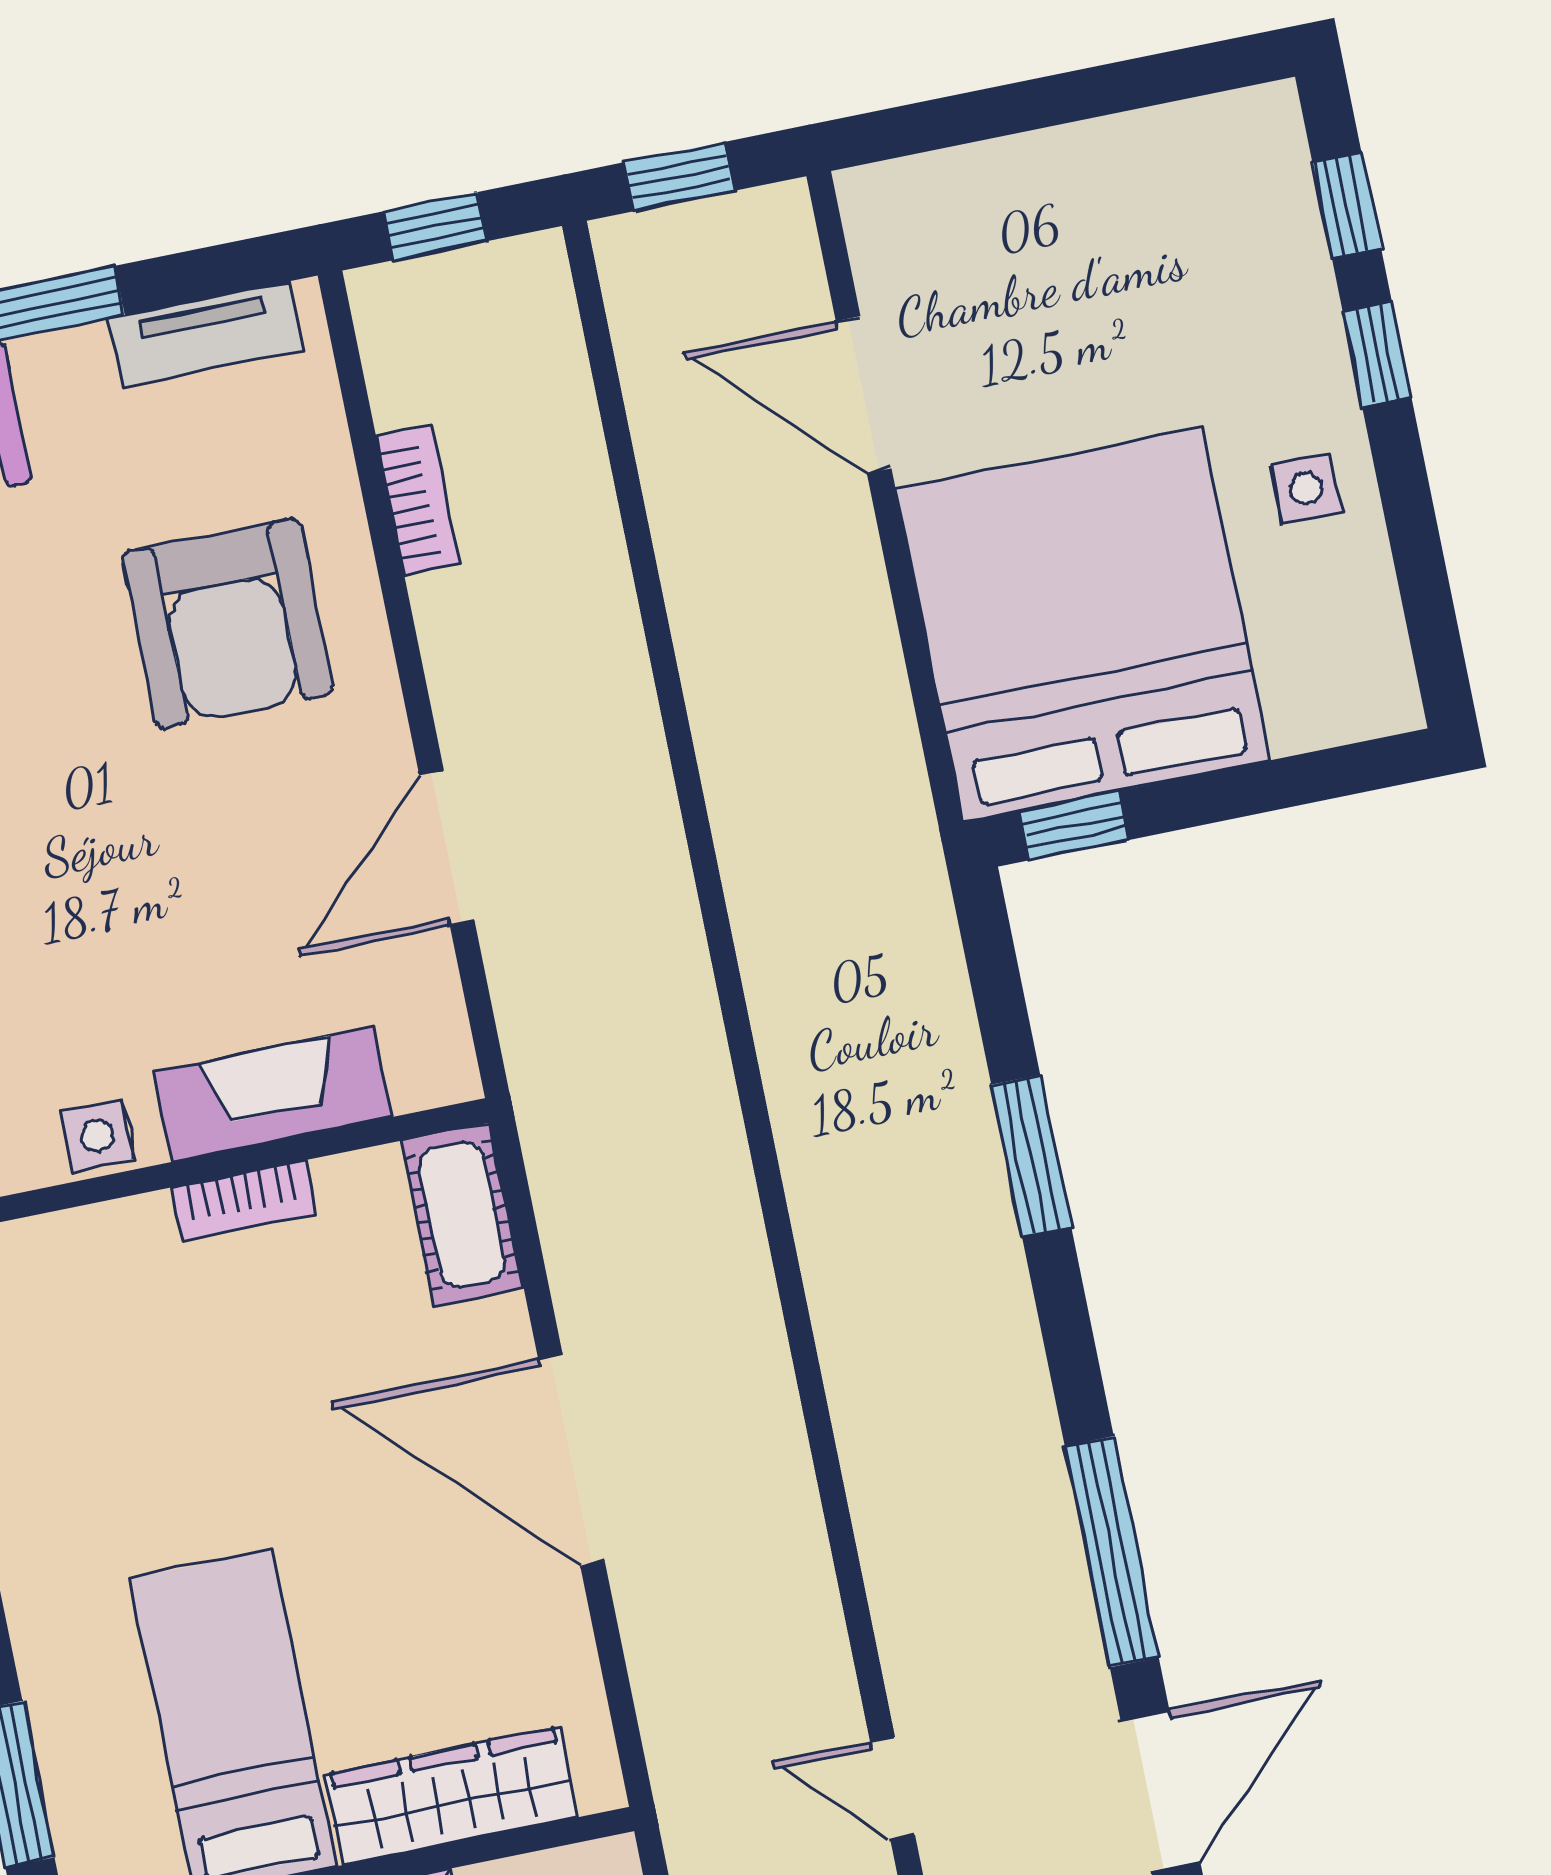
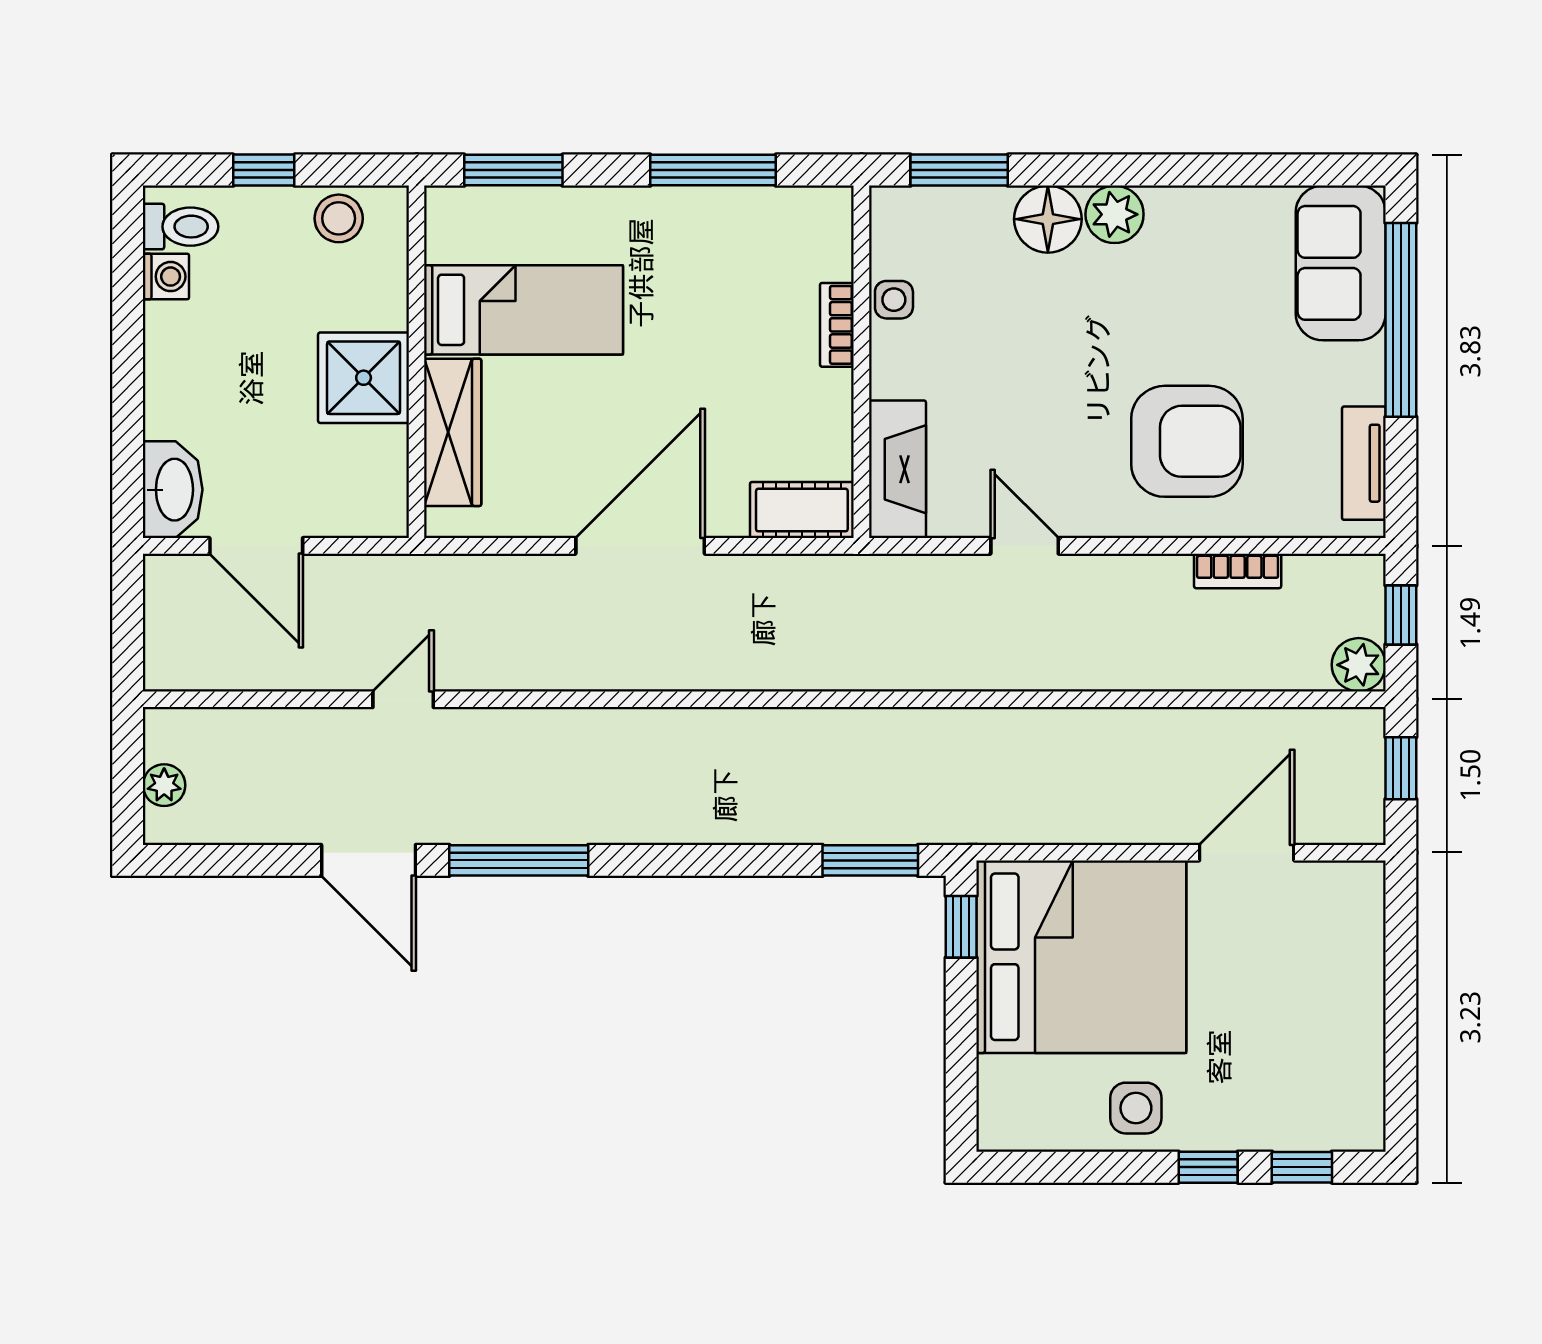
plant: (528, 277) -> (1359, 665), added
side table: (1306, 488) -> (1136, 1108), width x1.37, depth x1.37
armchair: (228, 623) -> (1187, 441), turned 180
door: (447, 848) -> (1025, 546), width x0.73
fireplace: (273, 1094) -> (897, 469), moved
window: (1031, 1156) -> (870, 860), moved
bookcase: (243, 1201) -> (837, 325), moved

